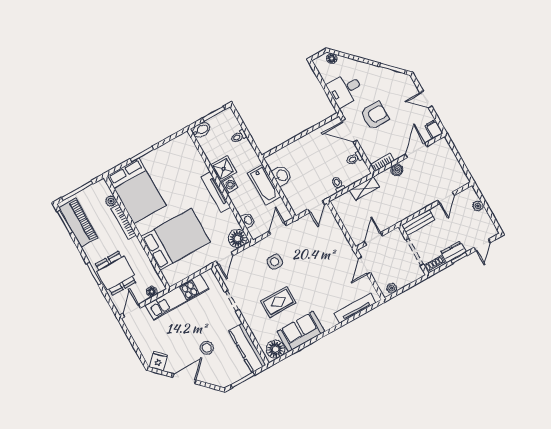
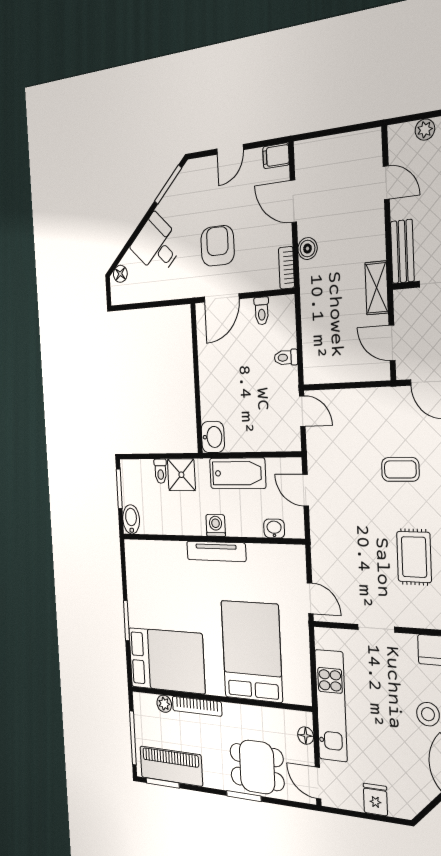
desk: (345, 89) -> (157, 245), moved, turned 135
shower: (223, 169) -> (181, 475), moved
washbasin: (282, 176) -> (213, 437), moved, turned 90
shelving: (365, 188) -> (377, 288), moved
floor lamp: (238, 239) -> (292, 560), removed
side table: (275, 262) -> (351, 525), removed
coffee table: (316, 274) -> (400, 469), added
fridge: (159, 361) -> (375, 800), moved, turned 45

